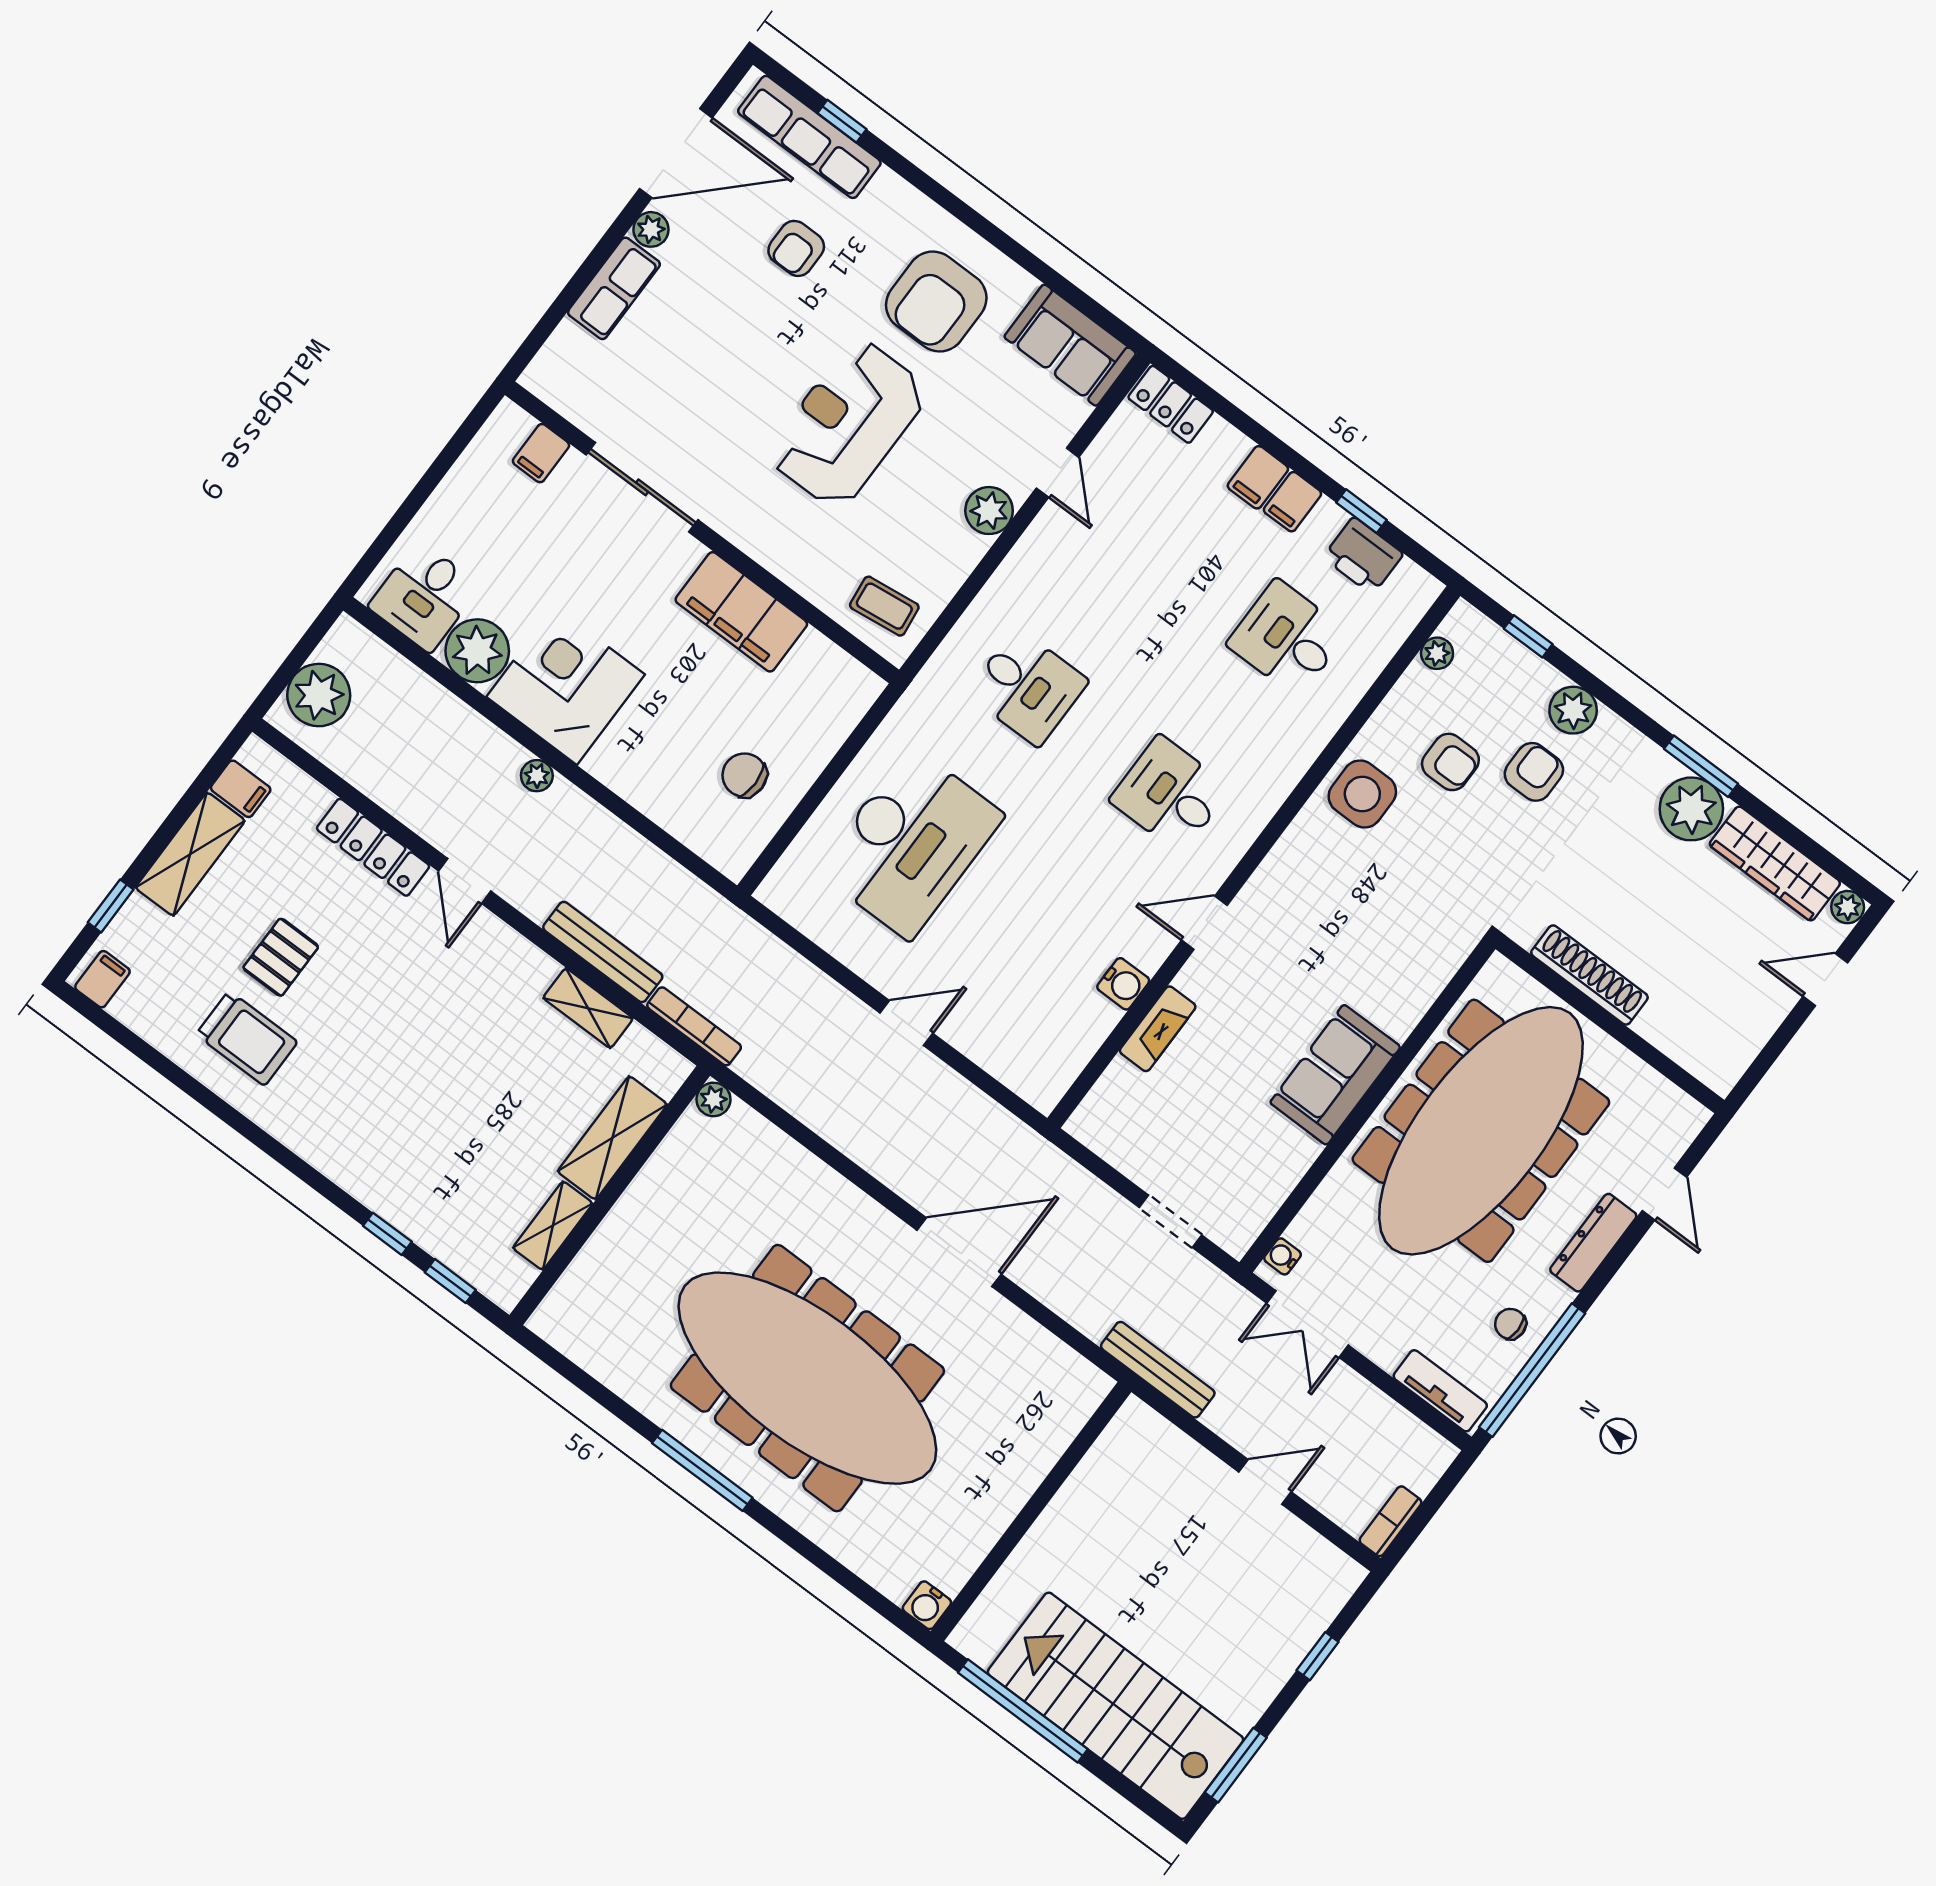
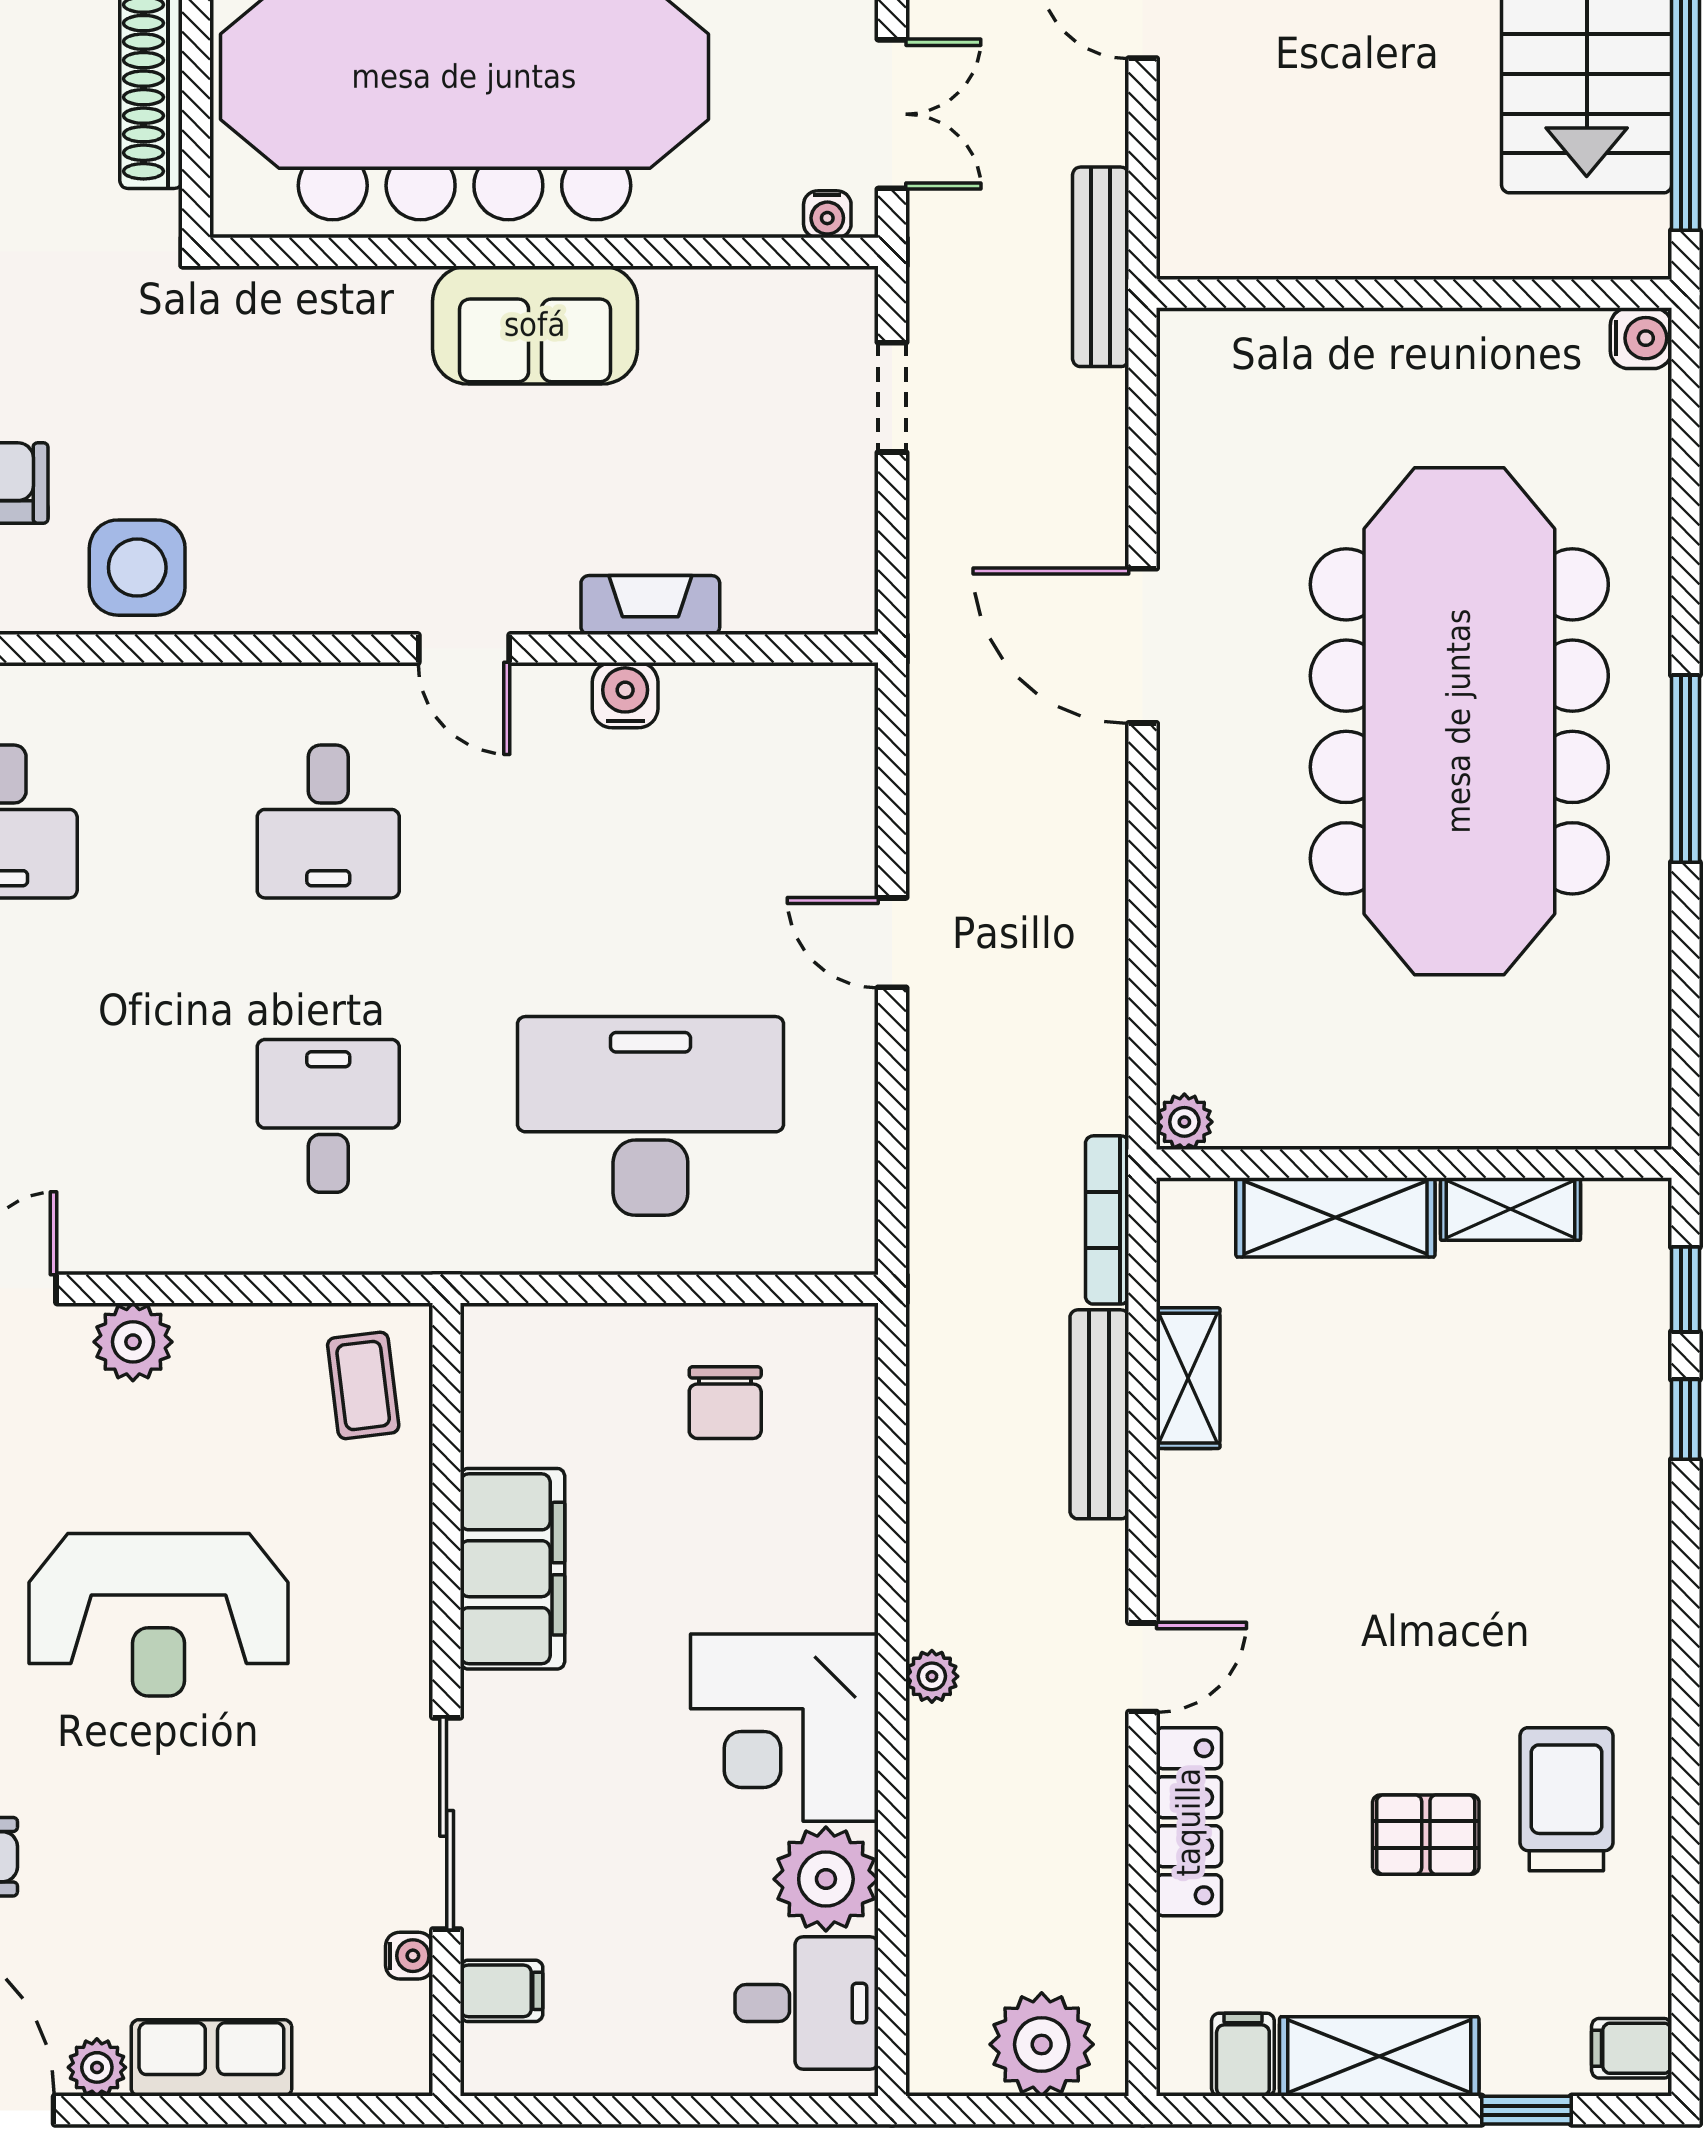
water cooler: (592, 421) -> (409, 1956), added

